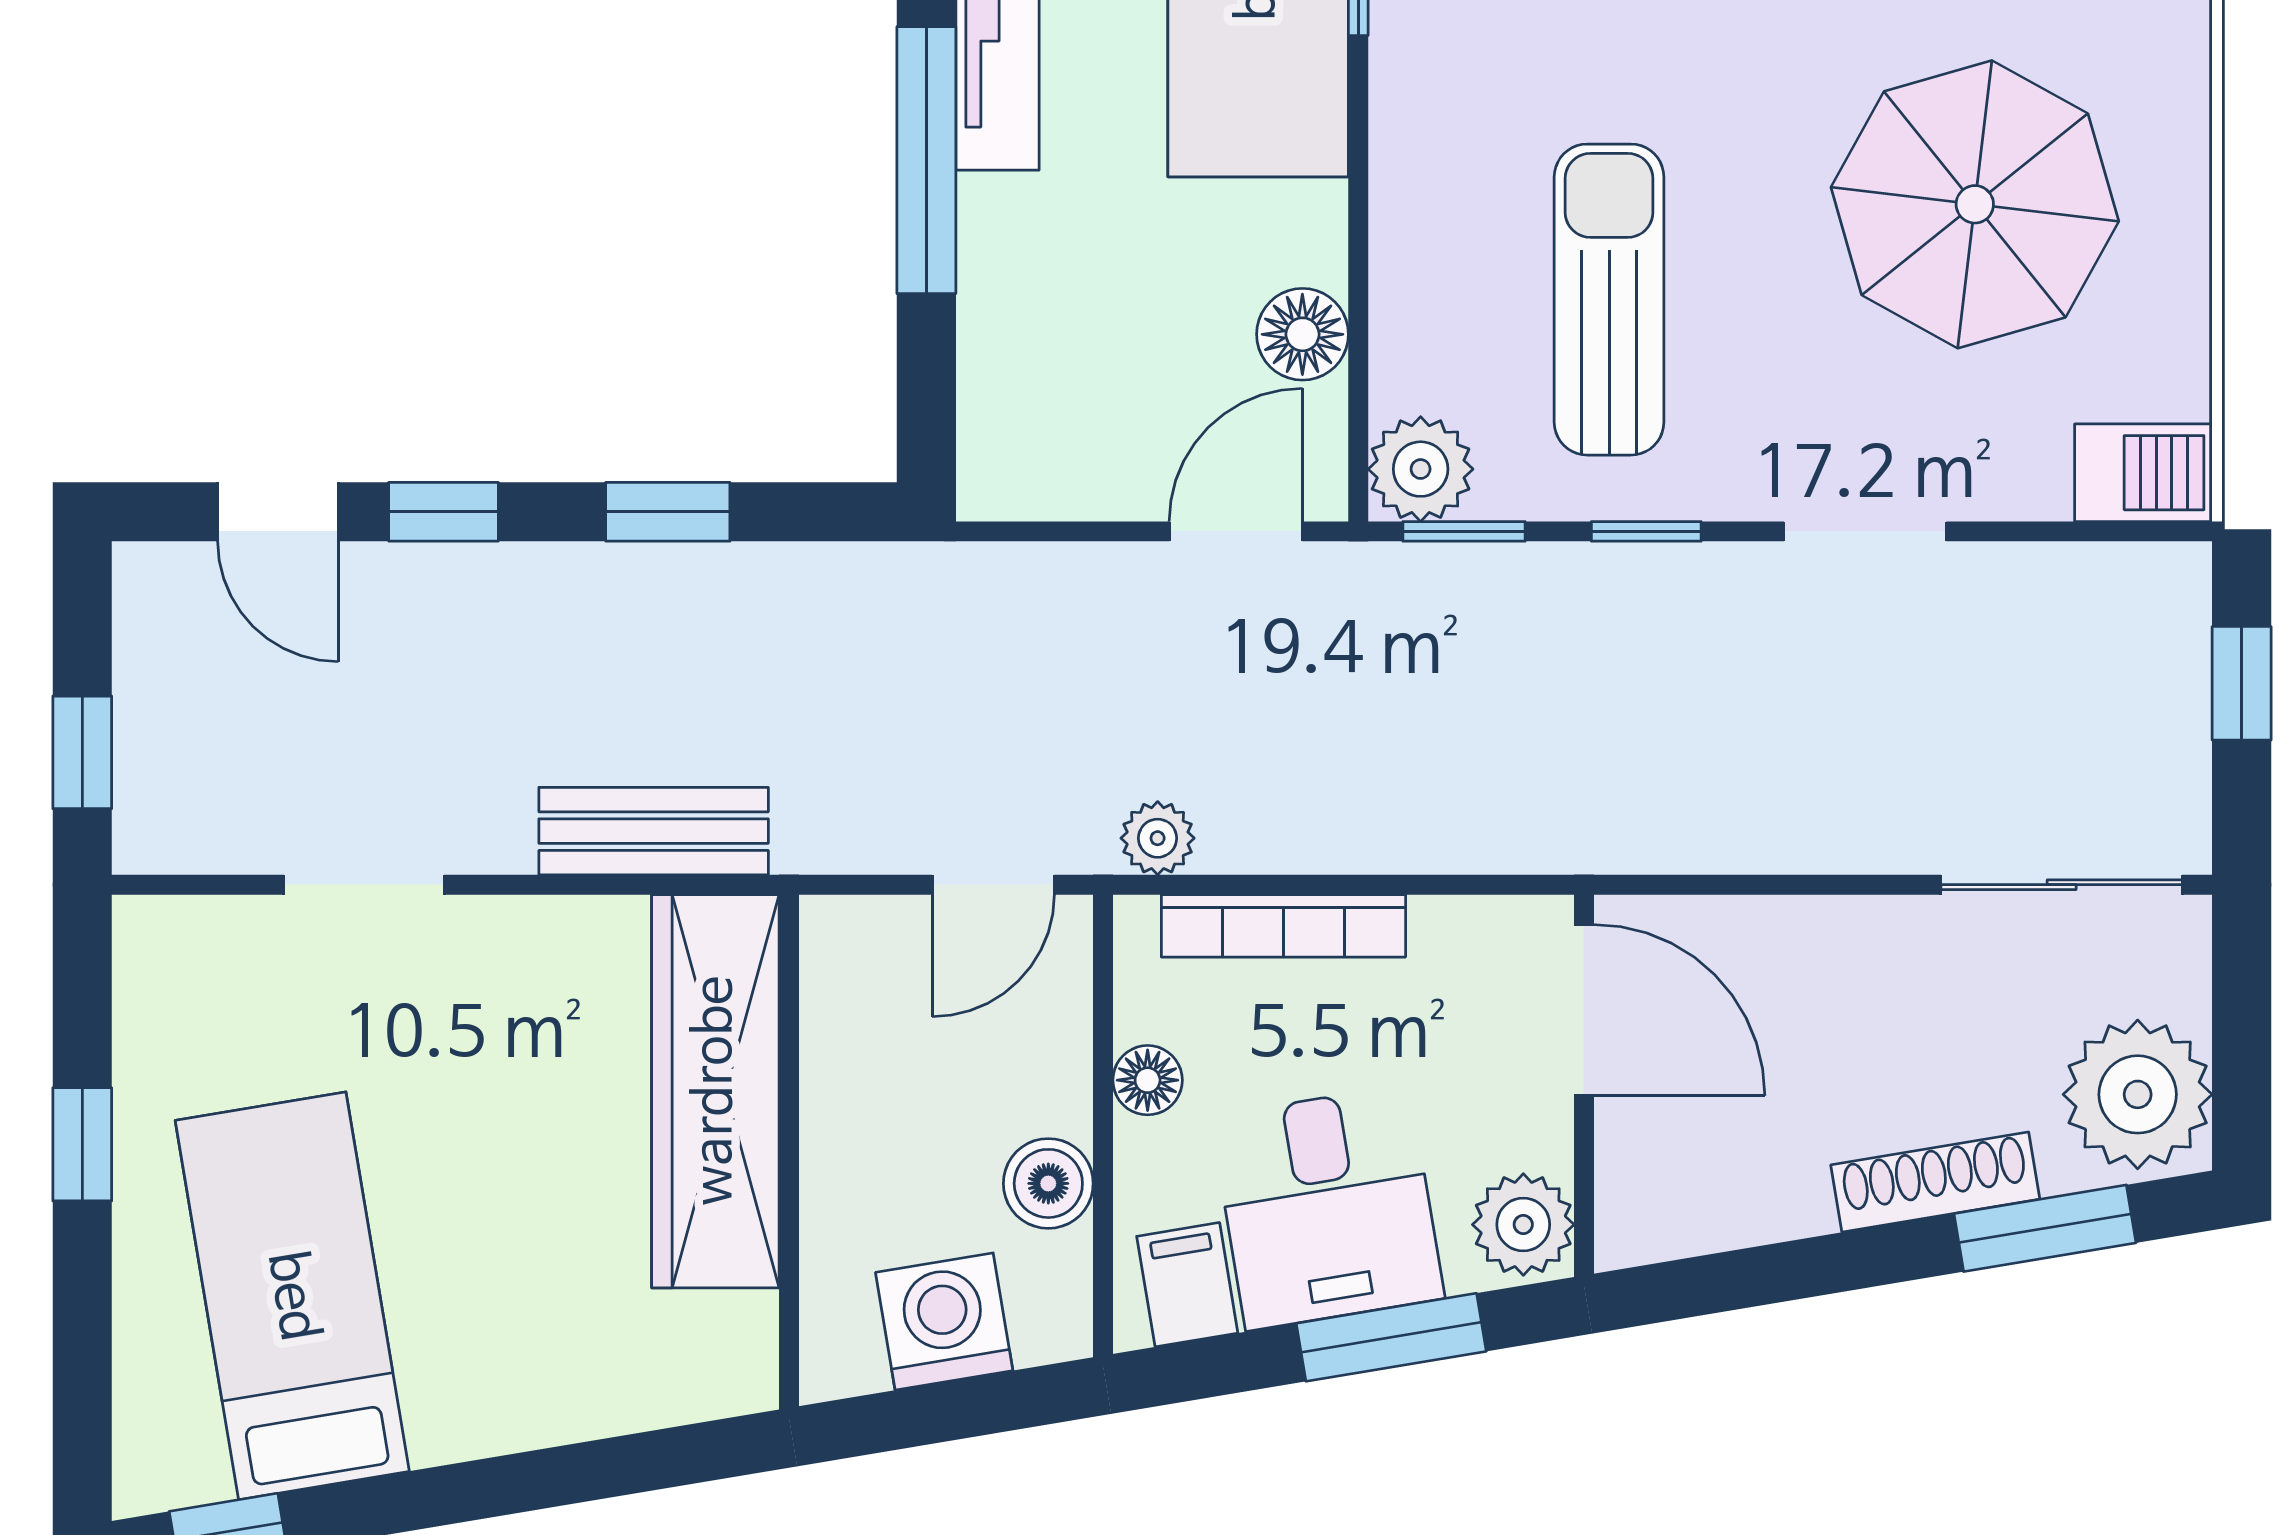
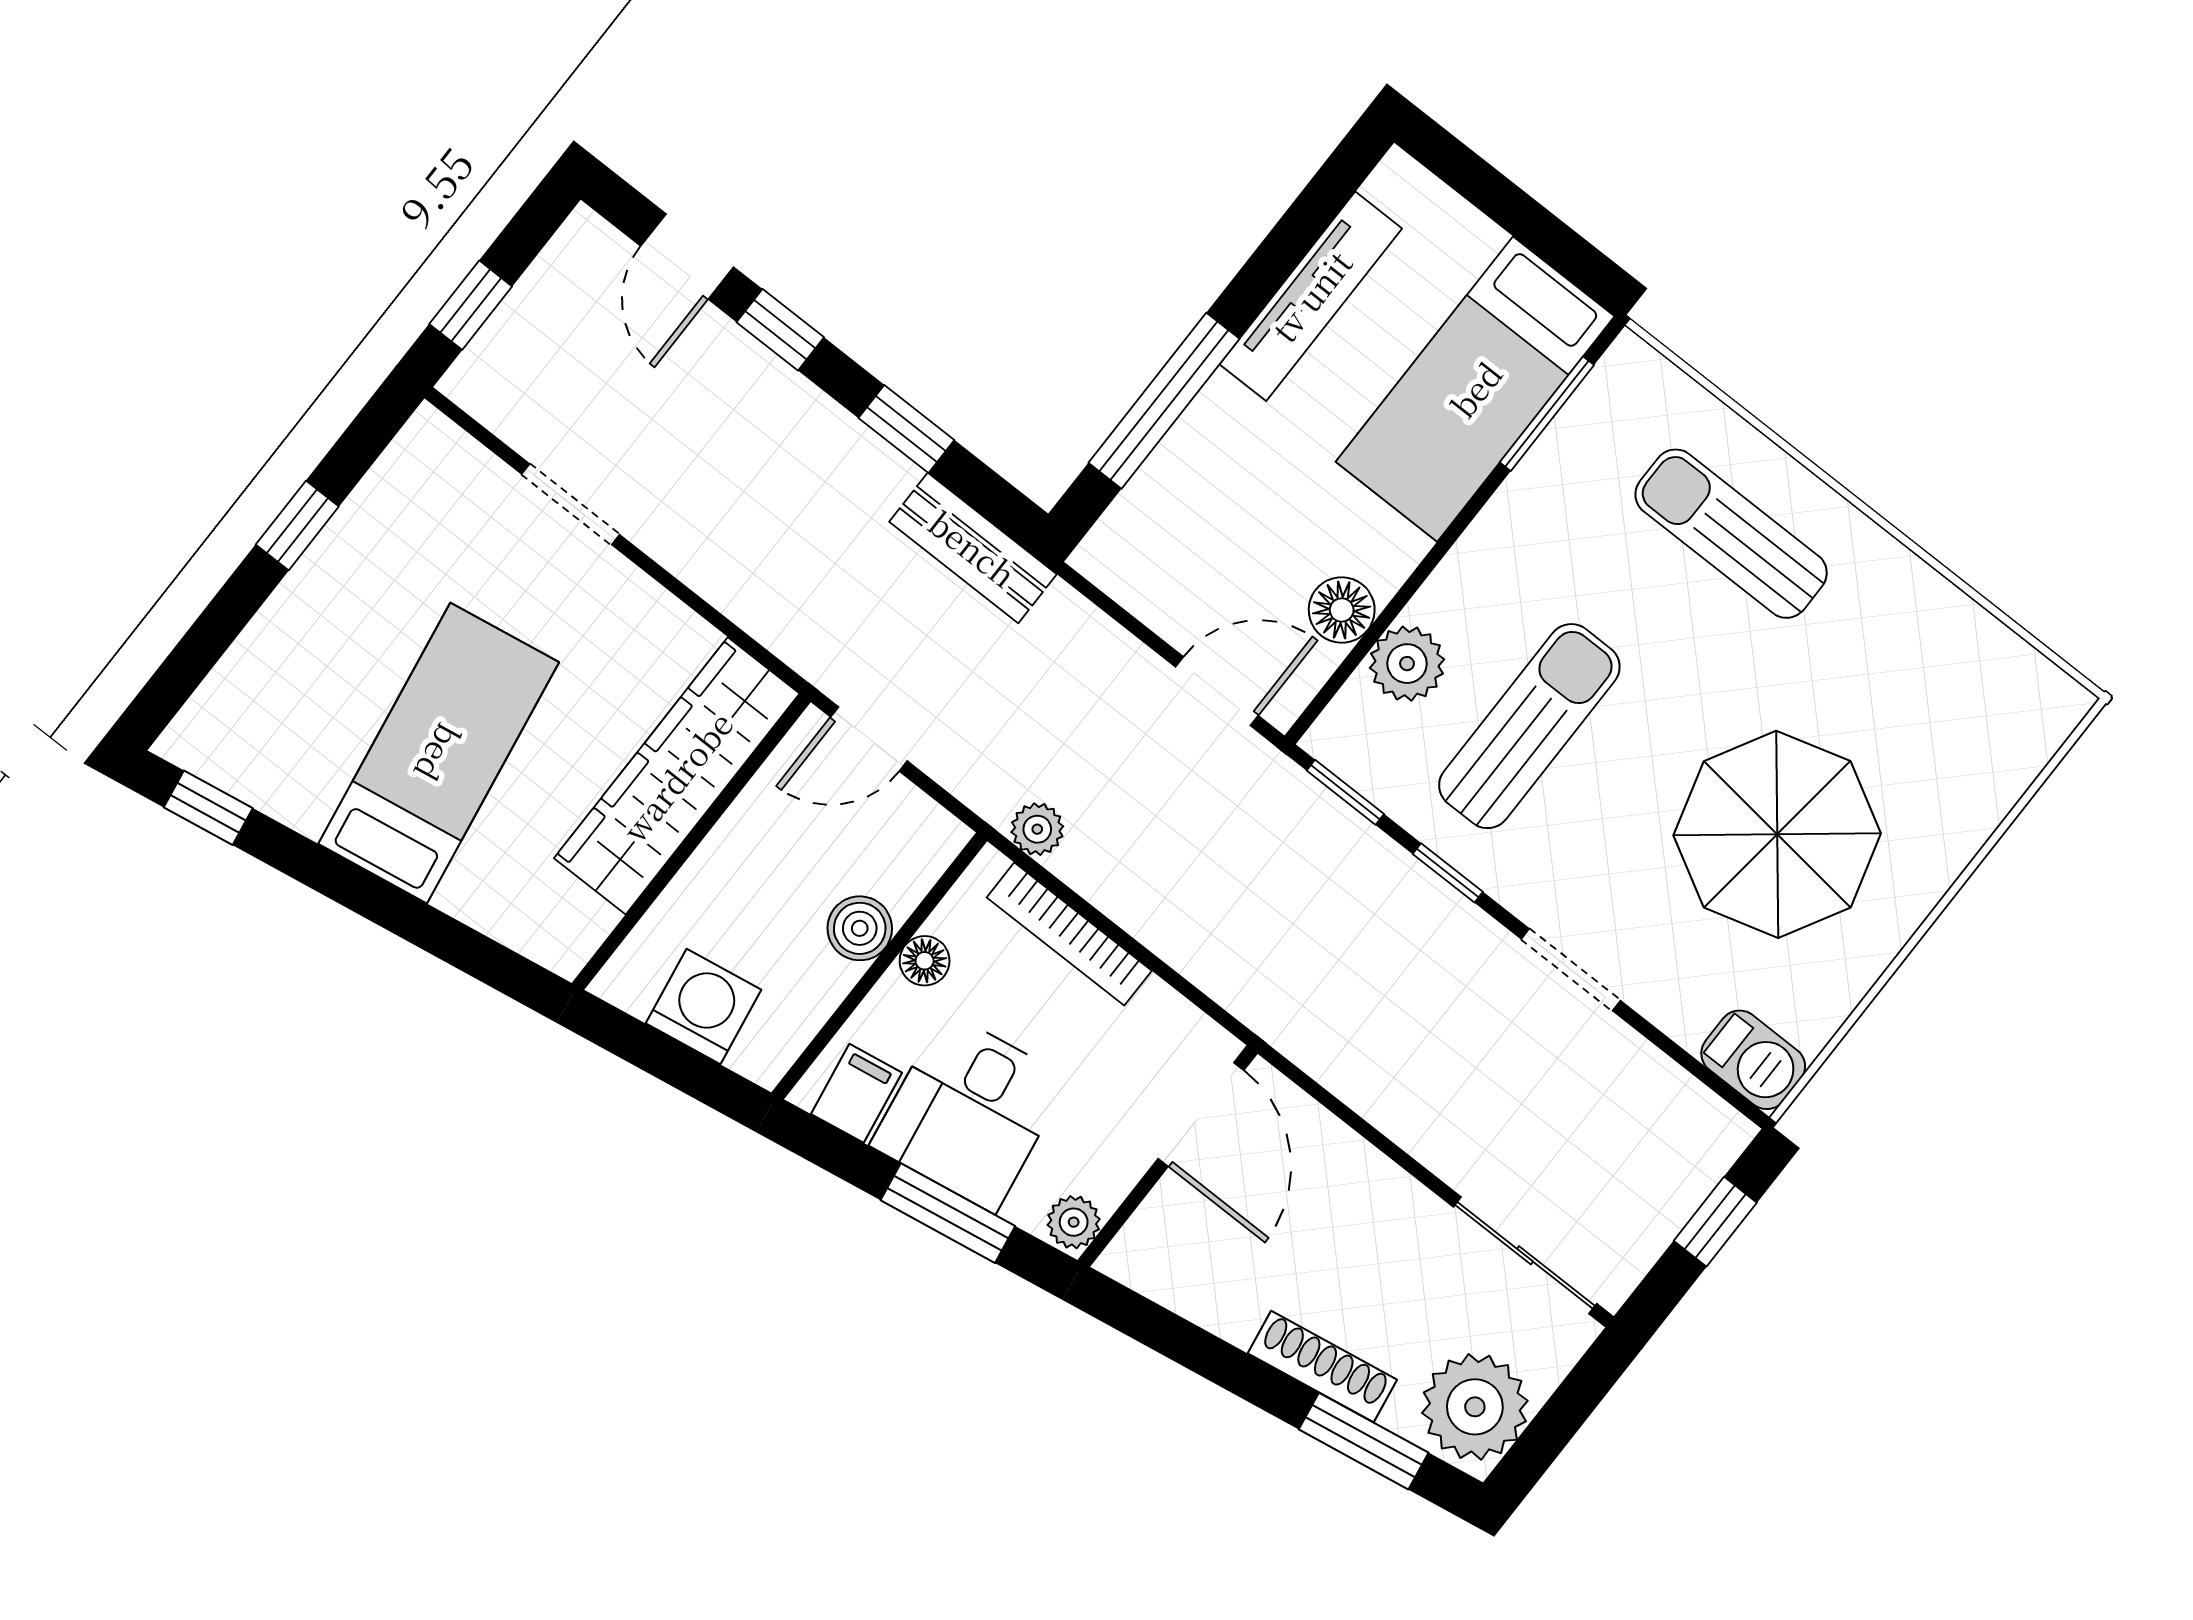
window: (926, 160) -> (1164, 401), moved
plant: (1421, 469) -> (1407, 664), moved
bench: (654, 831) -> (973, 548), moved
door: (993, 885) -> (869, 739), moved
boiler: (1048, 1183) -> (860, 928), moved
plant: (1523, 1225) -> (1074, 1222), width x0.73, depth x0.73
bed: (292, 1296) -> (439, 753), moved

